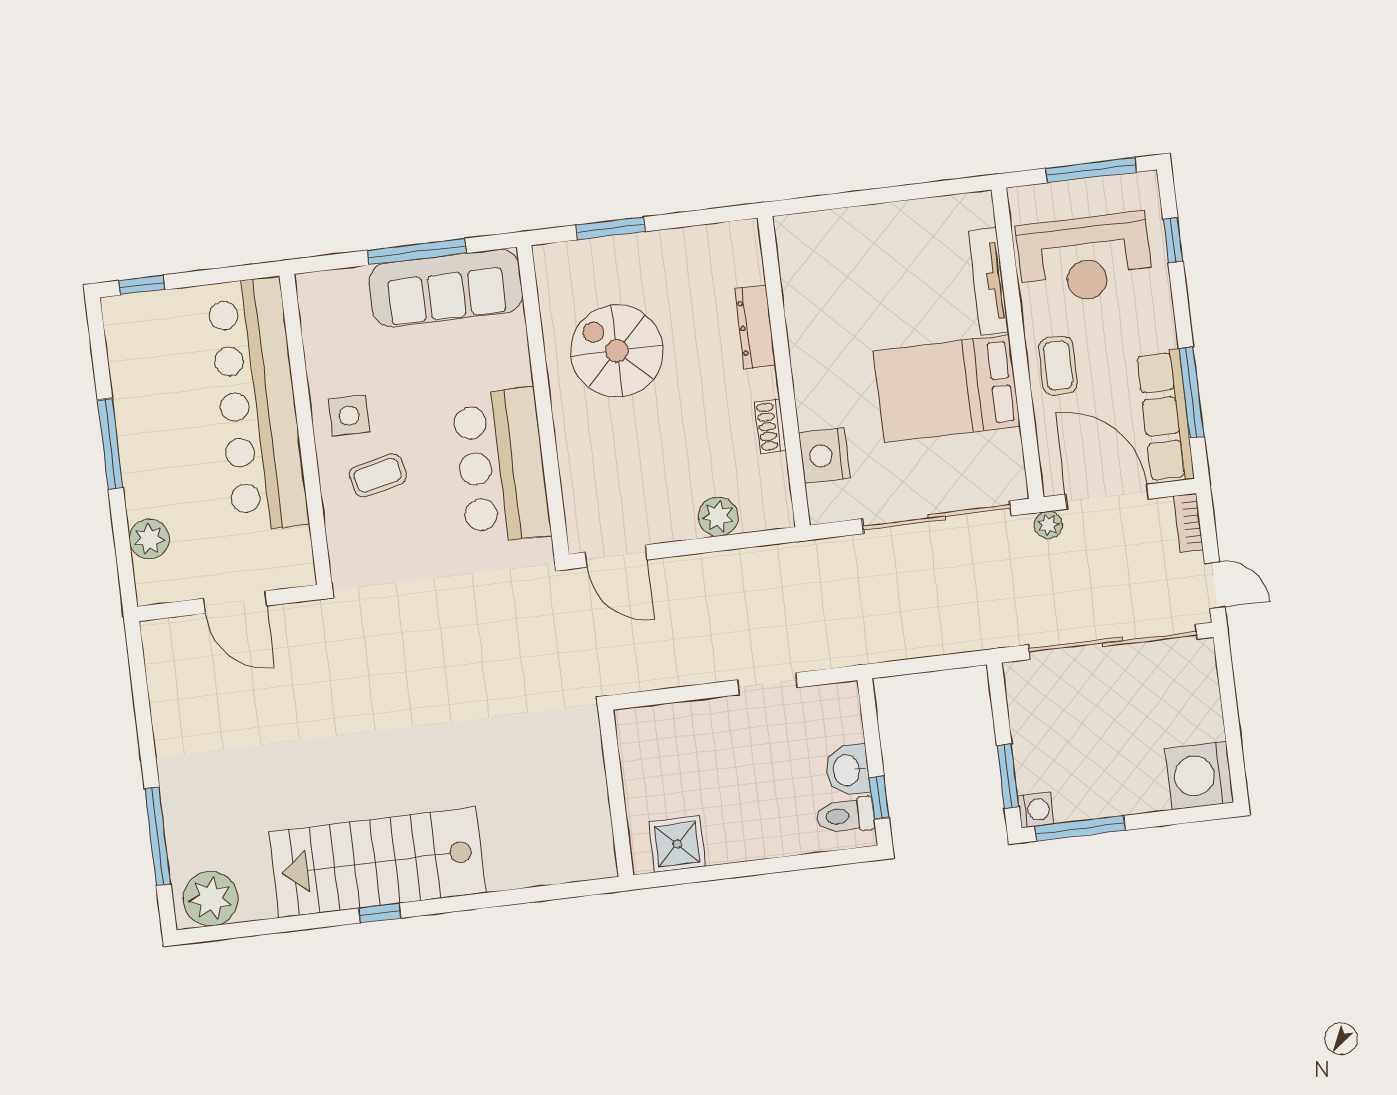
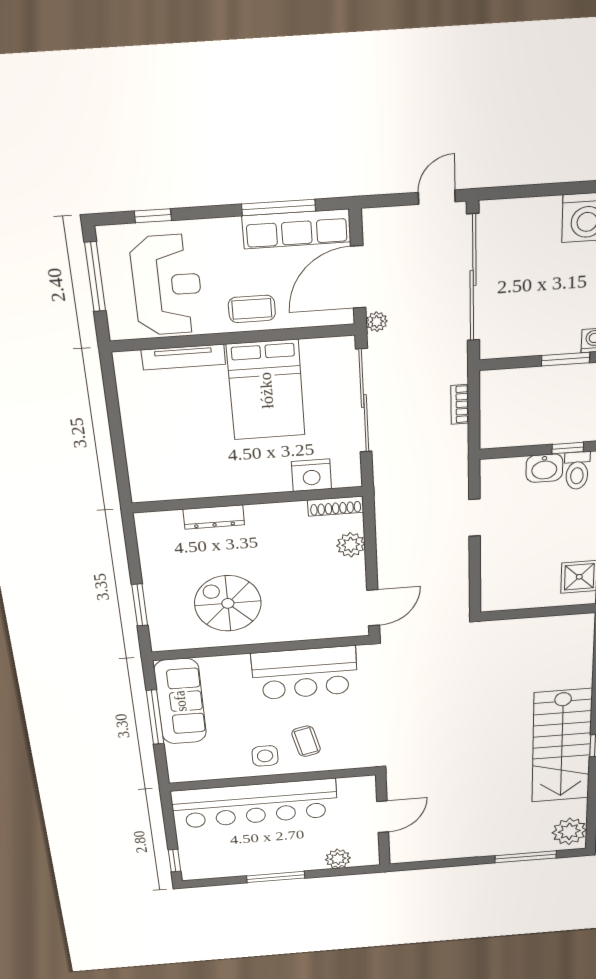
spiral stairs: (617, 351) -> (228, 603), turned 90
shoe rack: (770, 426) -> (336, 506), moved, width x1.43
bookcase: (1188, 523) -> (460, 404), moved, turned 90

